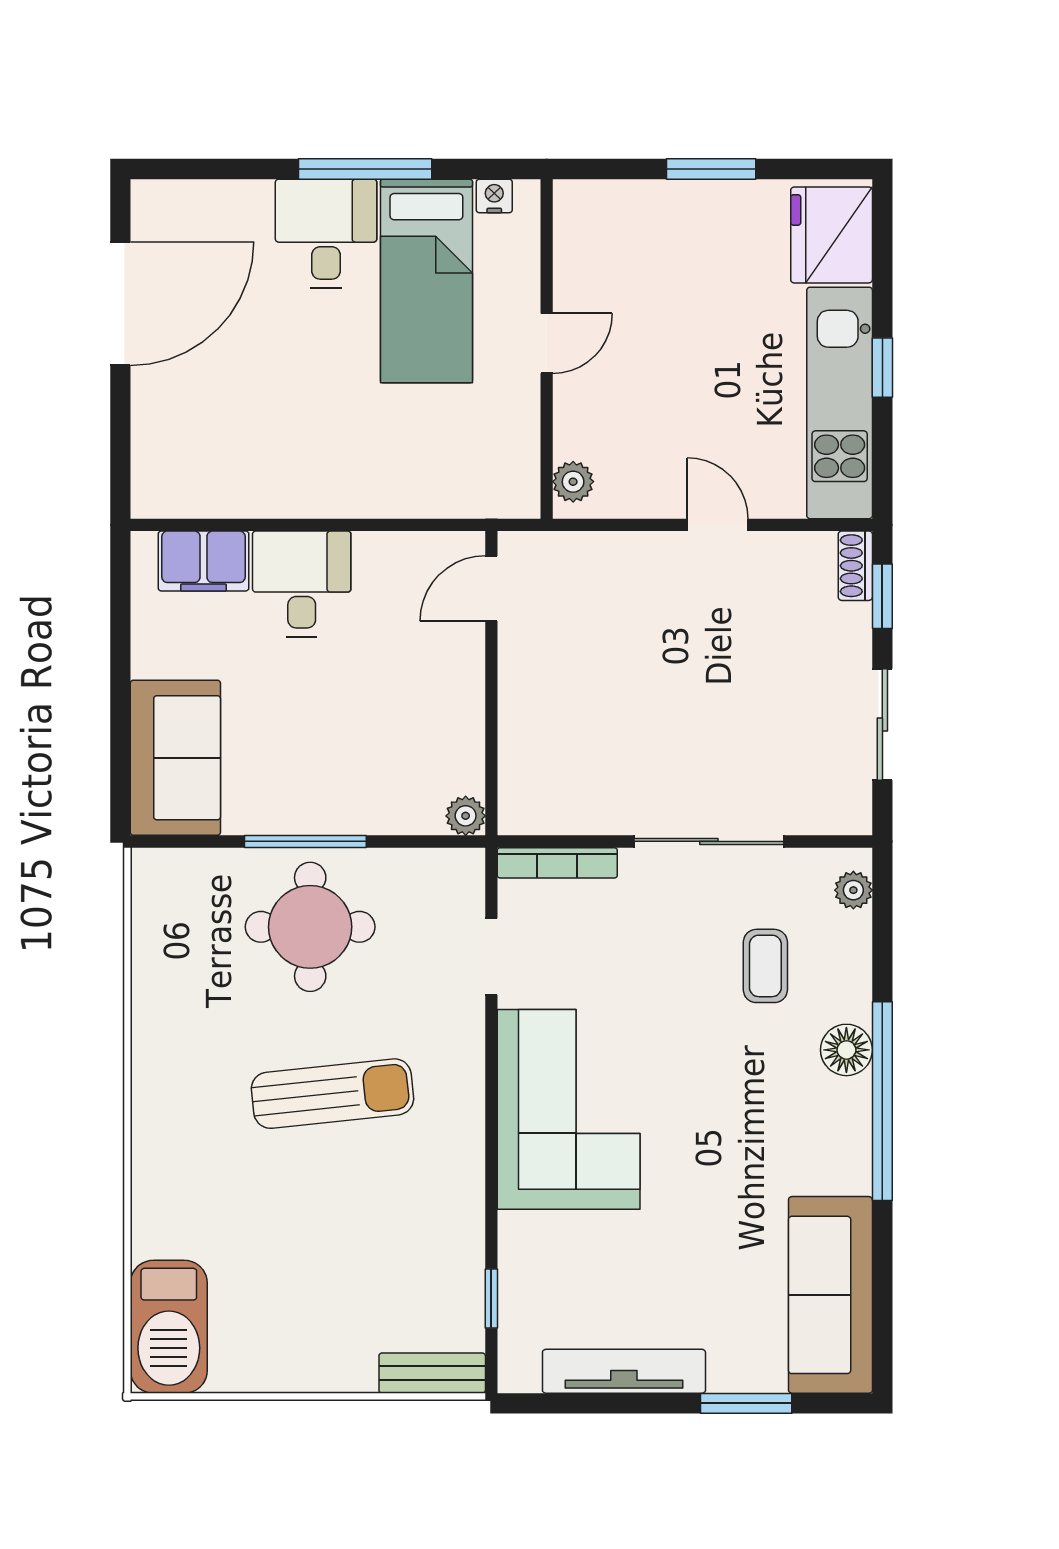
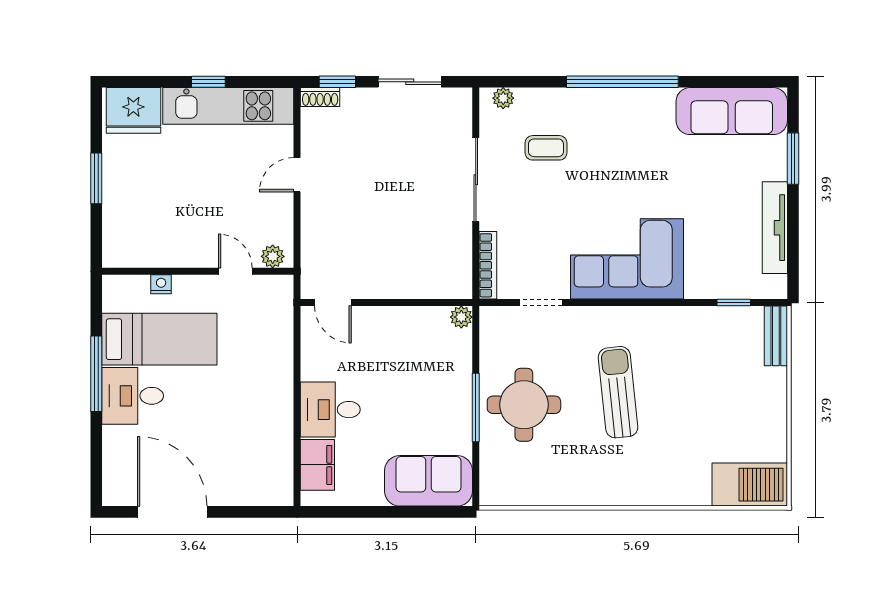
nightstand: (494, 196) -> (161, 284), moved, turned 90
door: (547, 343) -> (235, 271), moved
floor lamp: (846, 1050) -> (593, 102), removed

